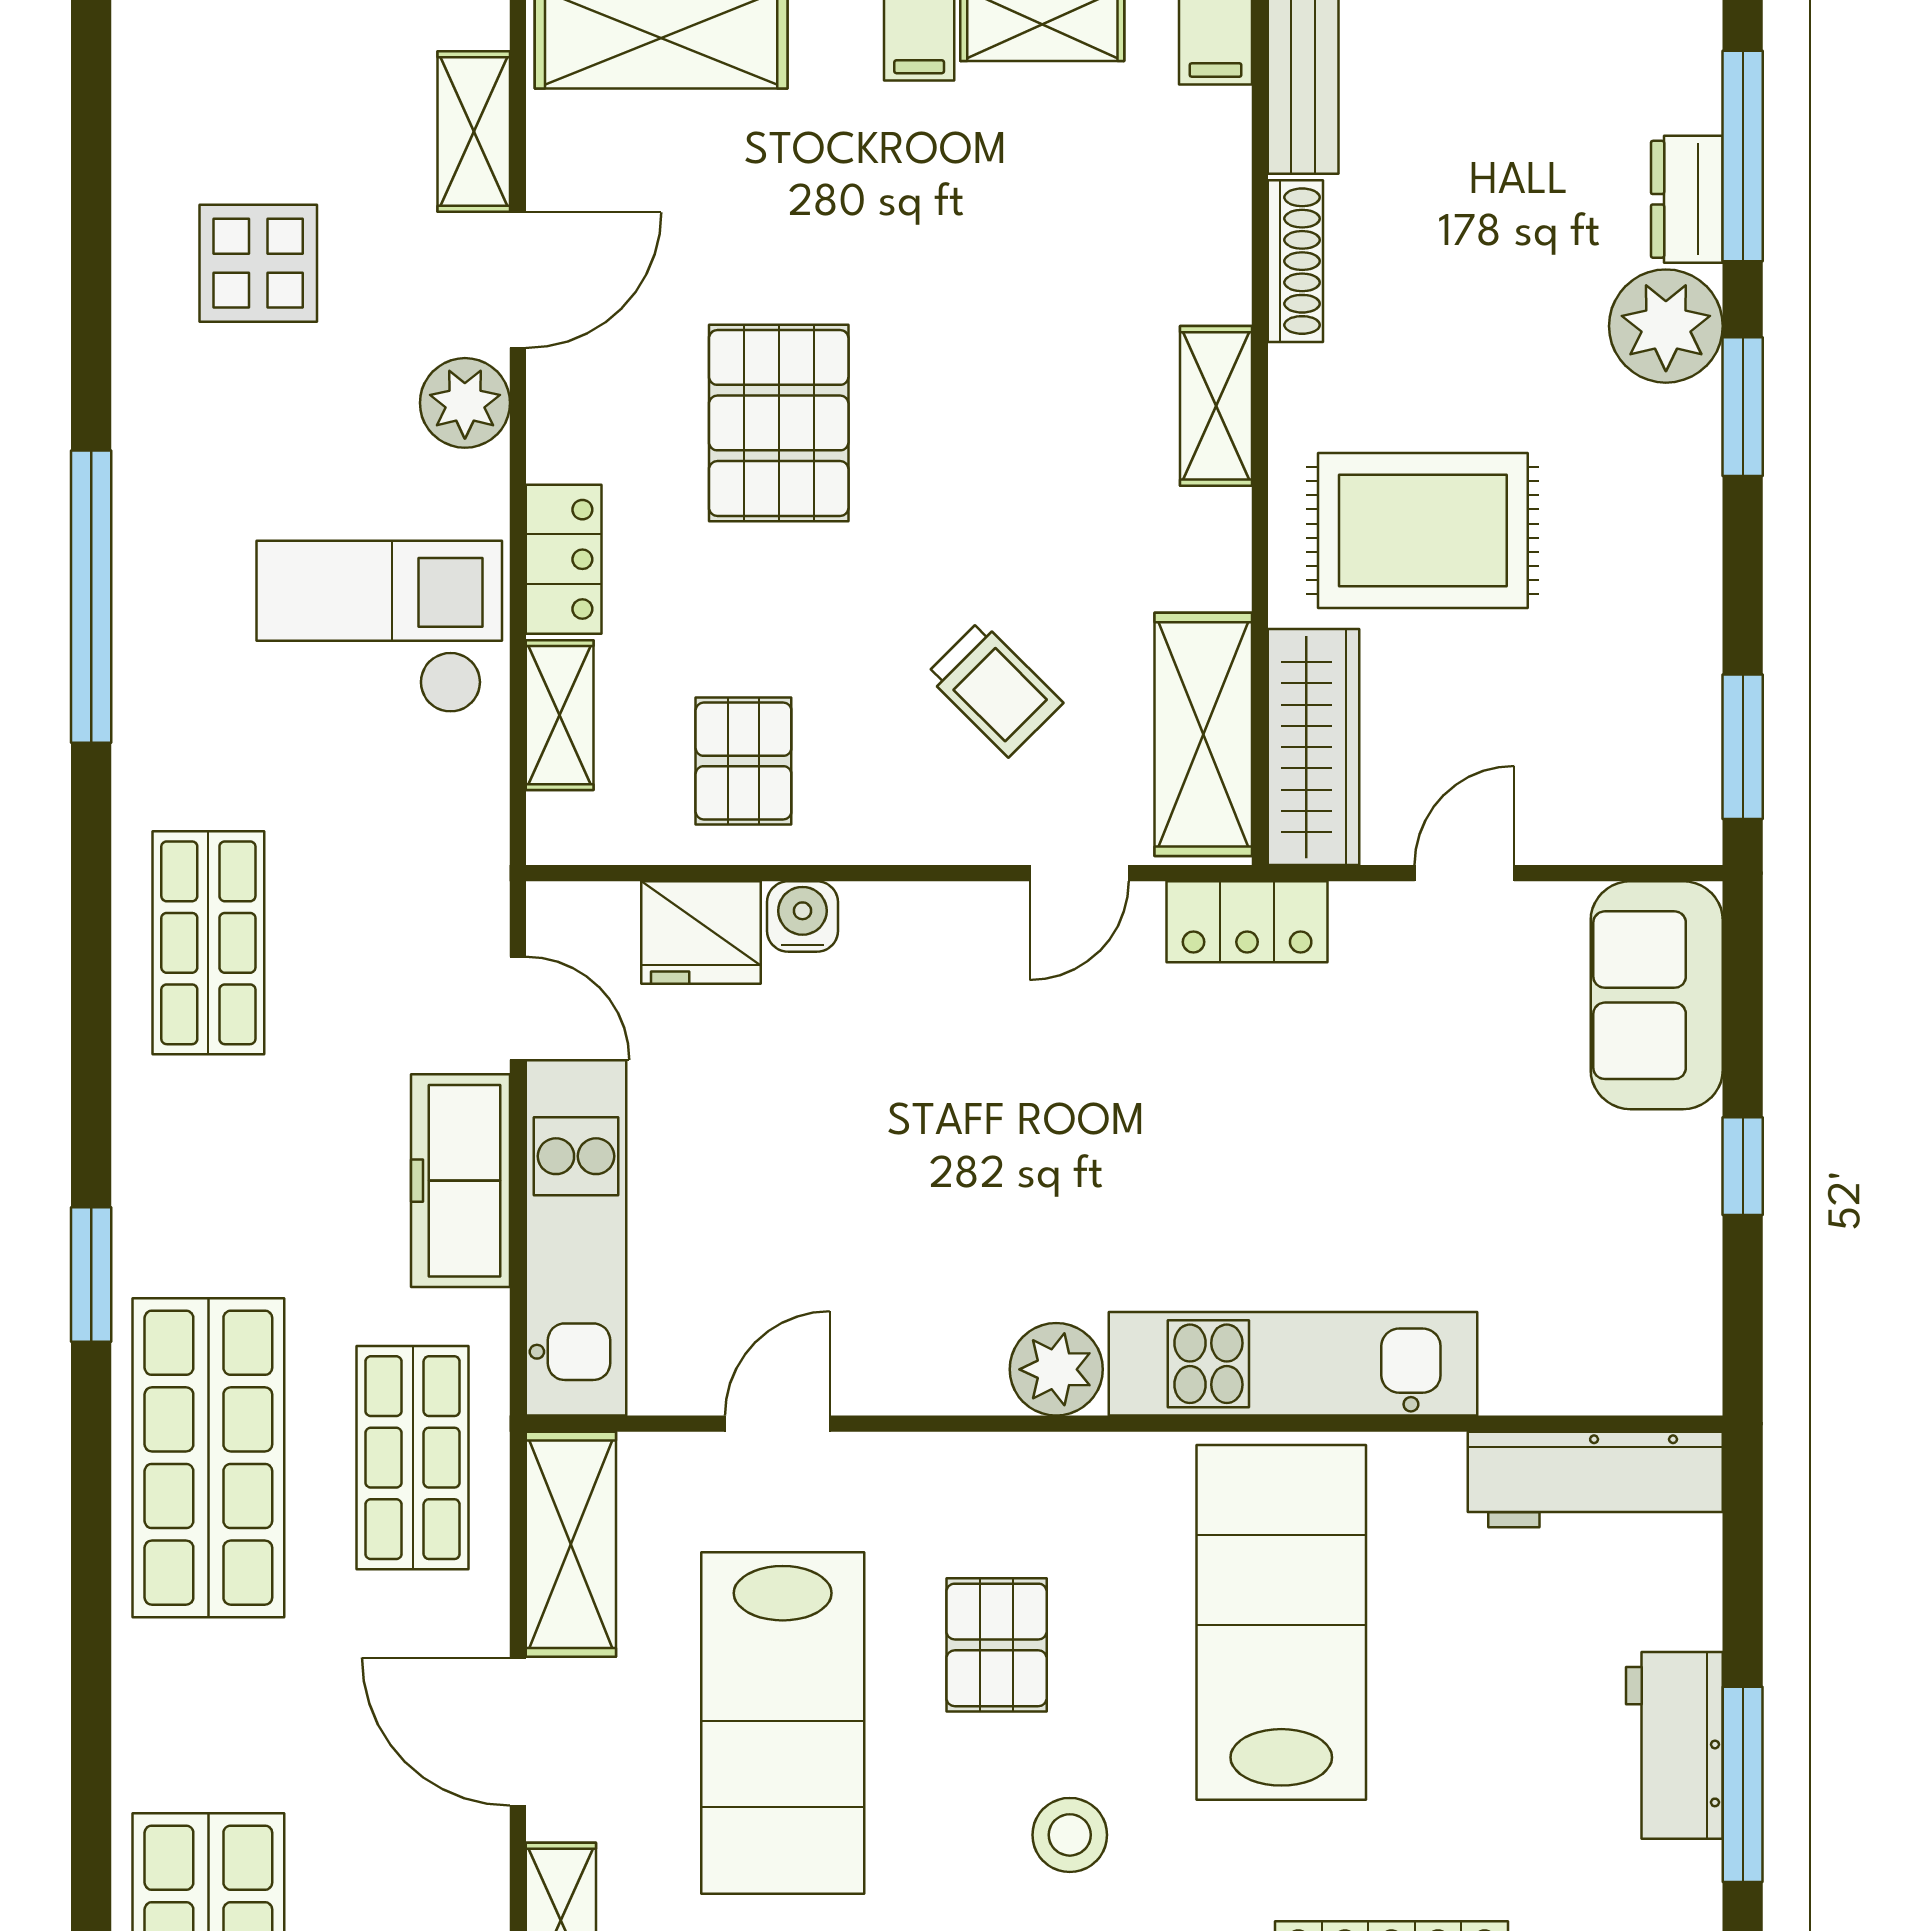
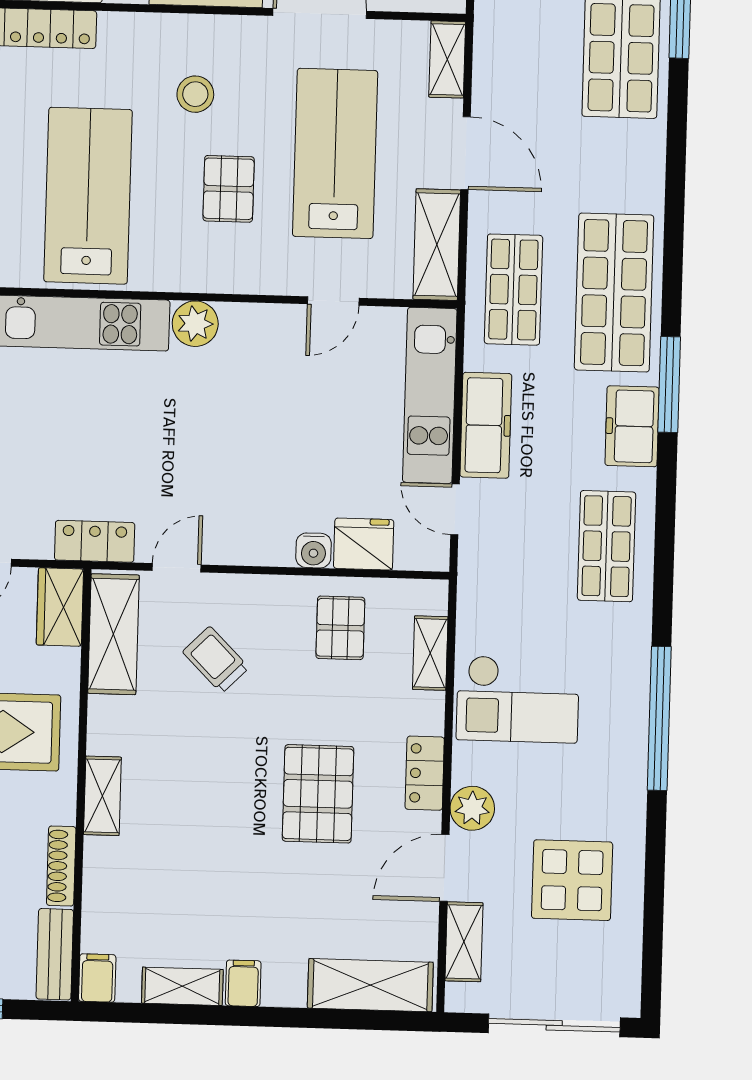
display table: (258, 263) -> (572, 880), width x1.36, depth x1.36
locker: (564, 559) -> (425, 773), moved
wardrobe: (1314, 747) -> (60, 607), width x0.67
freezer: (164, 1187) -> (632, 426), added
window: (91, 1274) -> (669, 384), width x1.44
lab bench: (1281, 1622) -> (88, 196), turned 180

